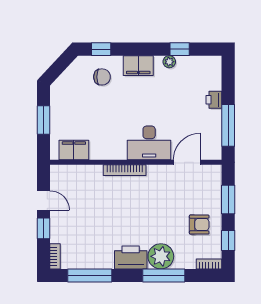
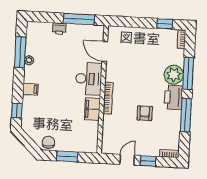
window: (180, 49) -> (20, 52), width x2.17
filing cabinet: (138, 66) -> (30, 89), width x0.50
chair: (102, 77) -> (48, 142), moved
filing cabinet: (74, 150) -> (92, 109), moved
window: (228, 199) -> (134, 22), removed
armchair: (199, 225) -> (145, 113), moved
window: (90, 275) -> (186, 115), moved

